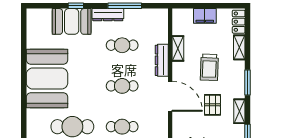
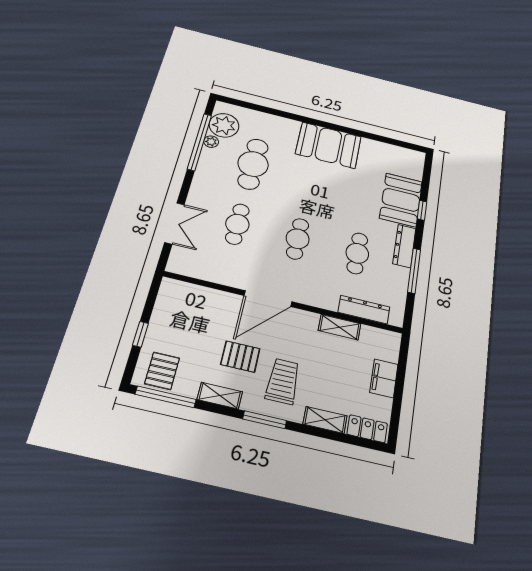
dresser: (162, 60) -> (364, 310), moved
trolley: (209, 67) -> (283, 381), moved, turned 88
booth: (47, 79) -> (328, 145), width x0.73, depth x0.70

